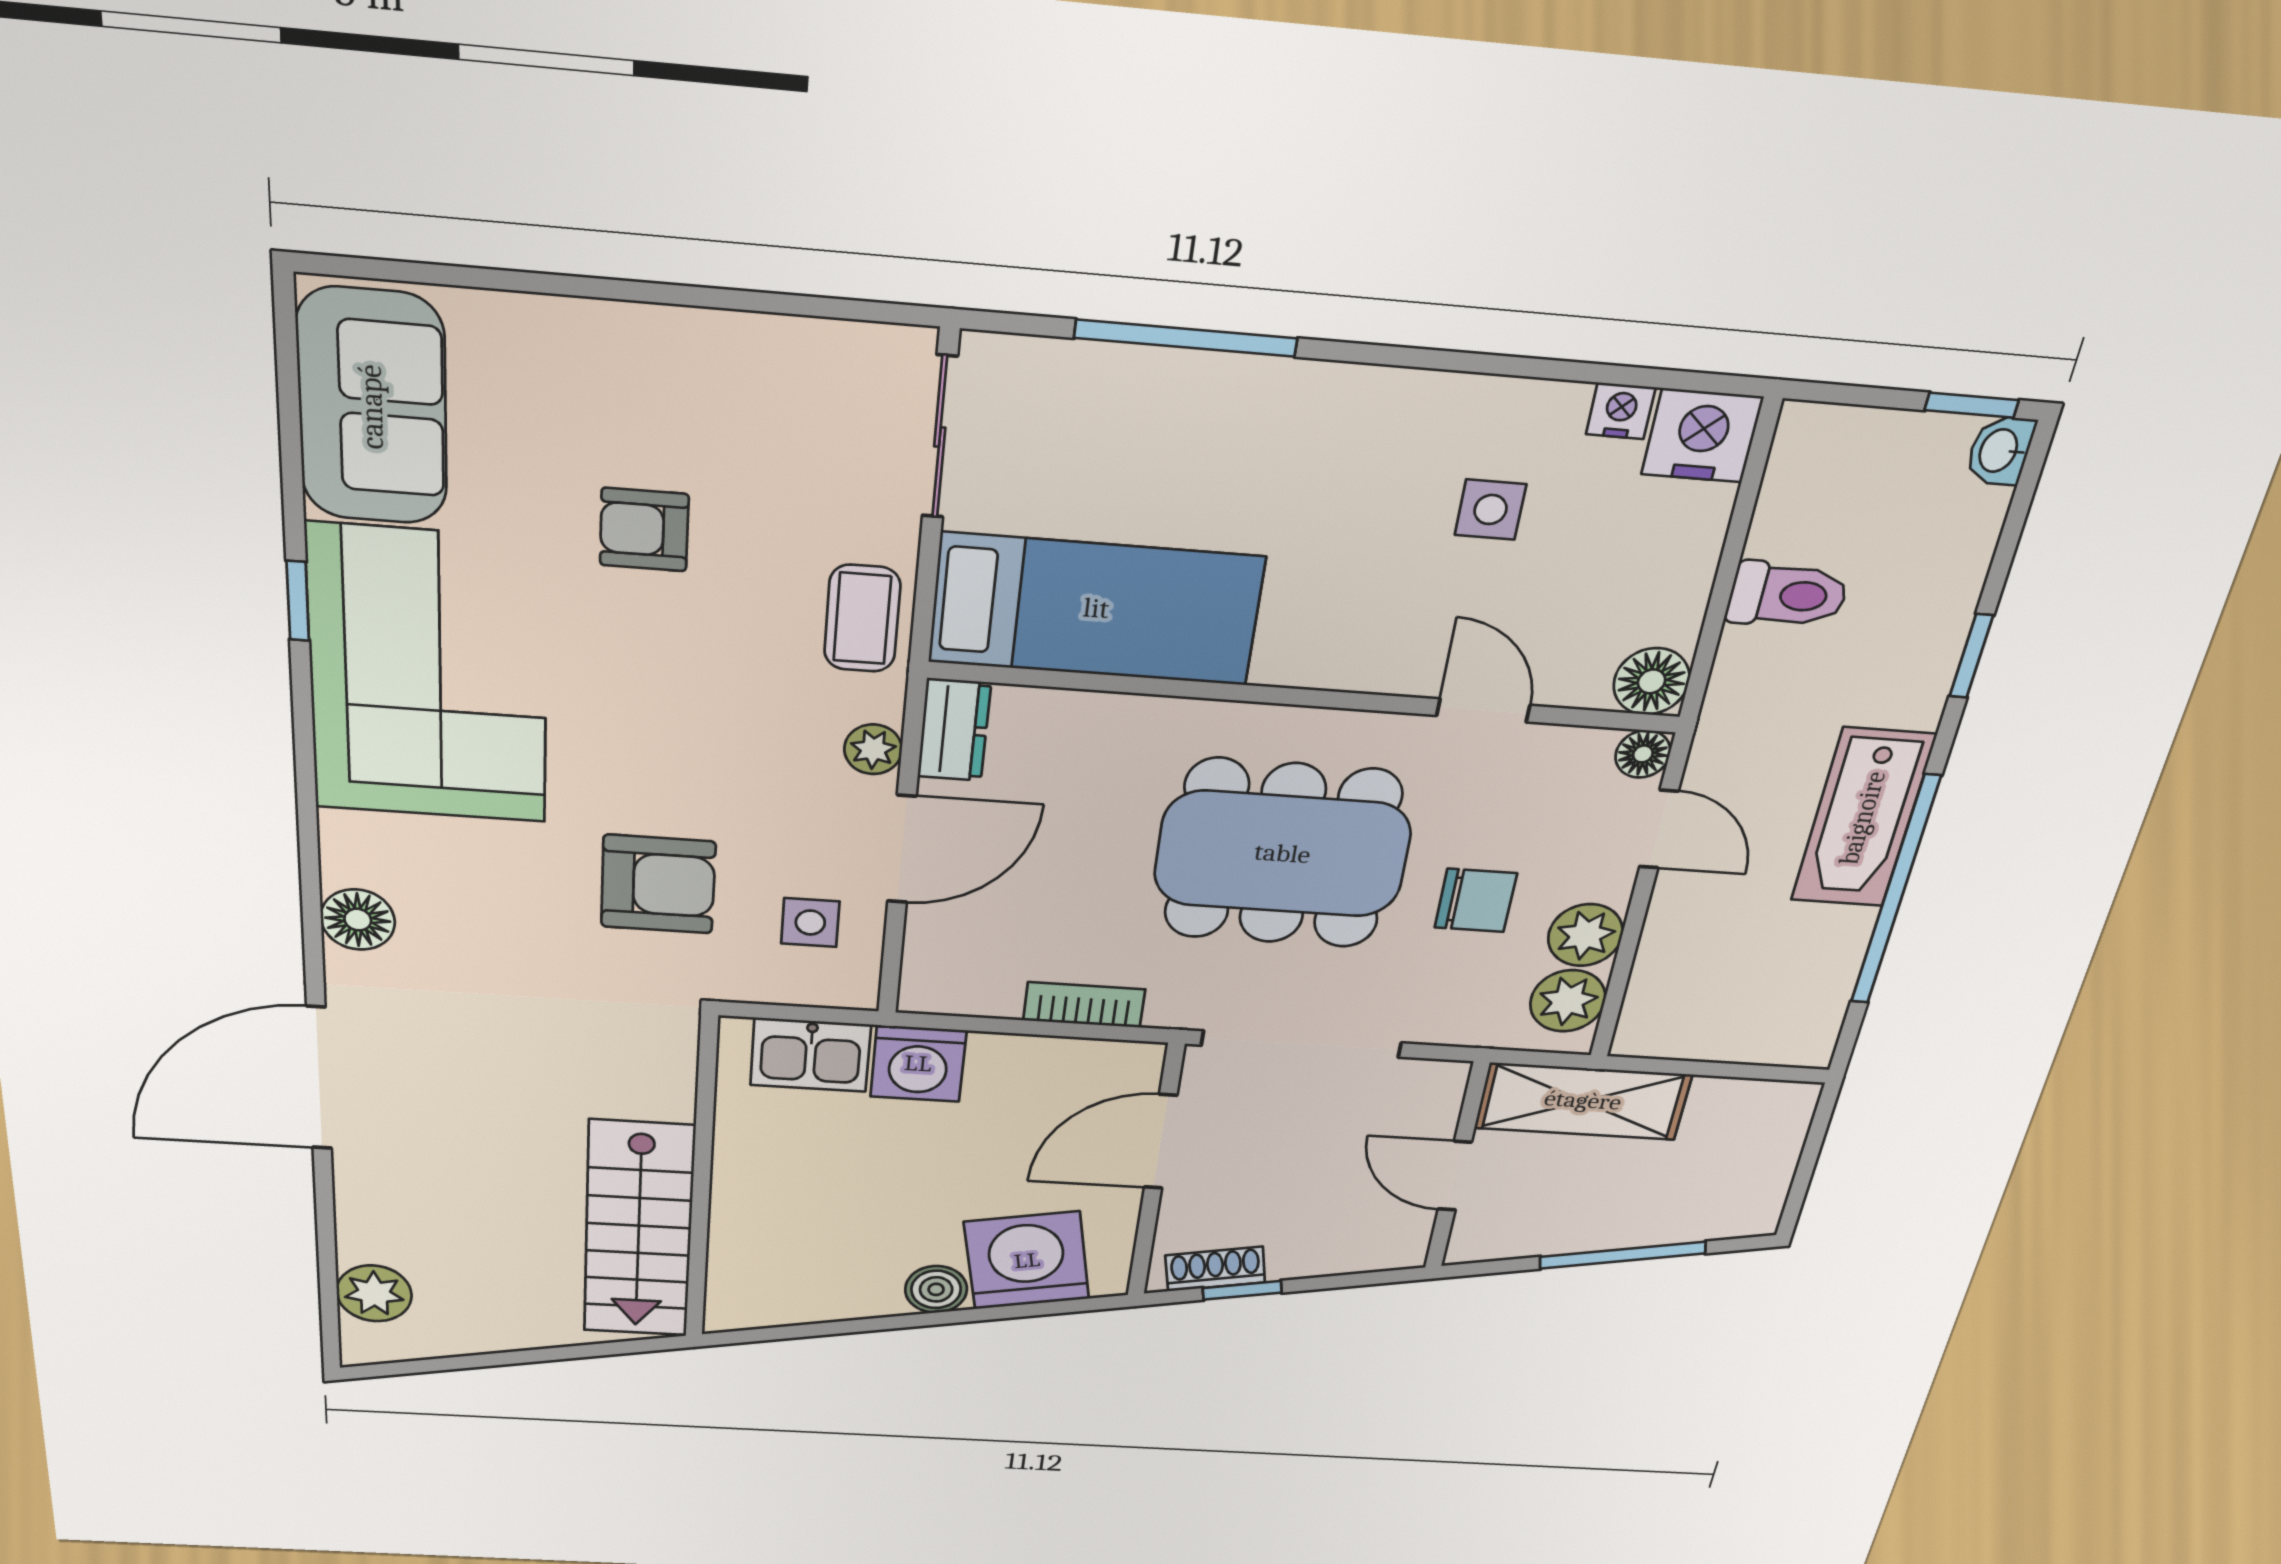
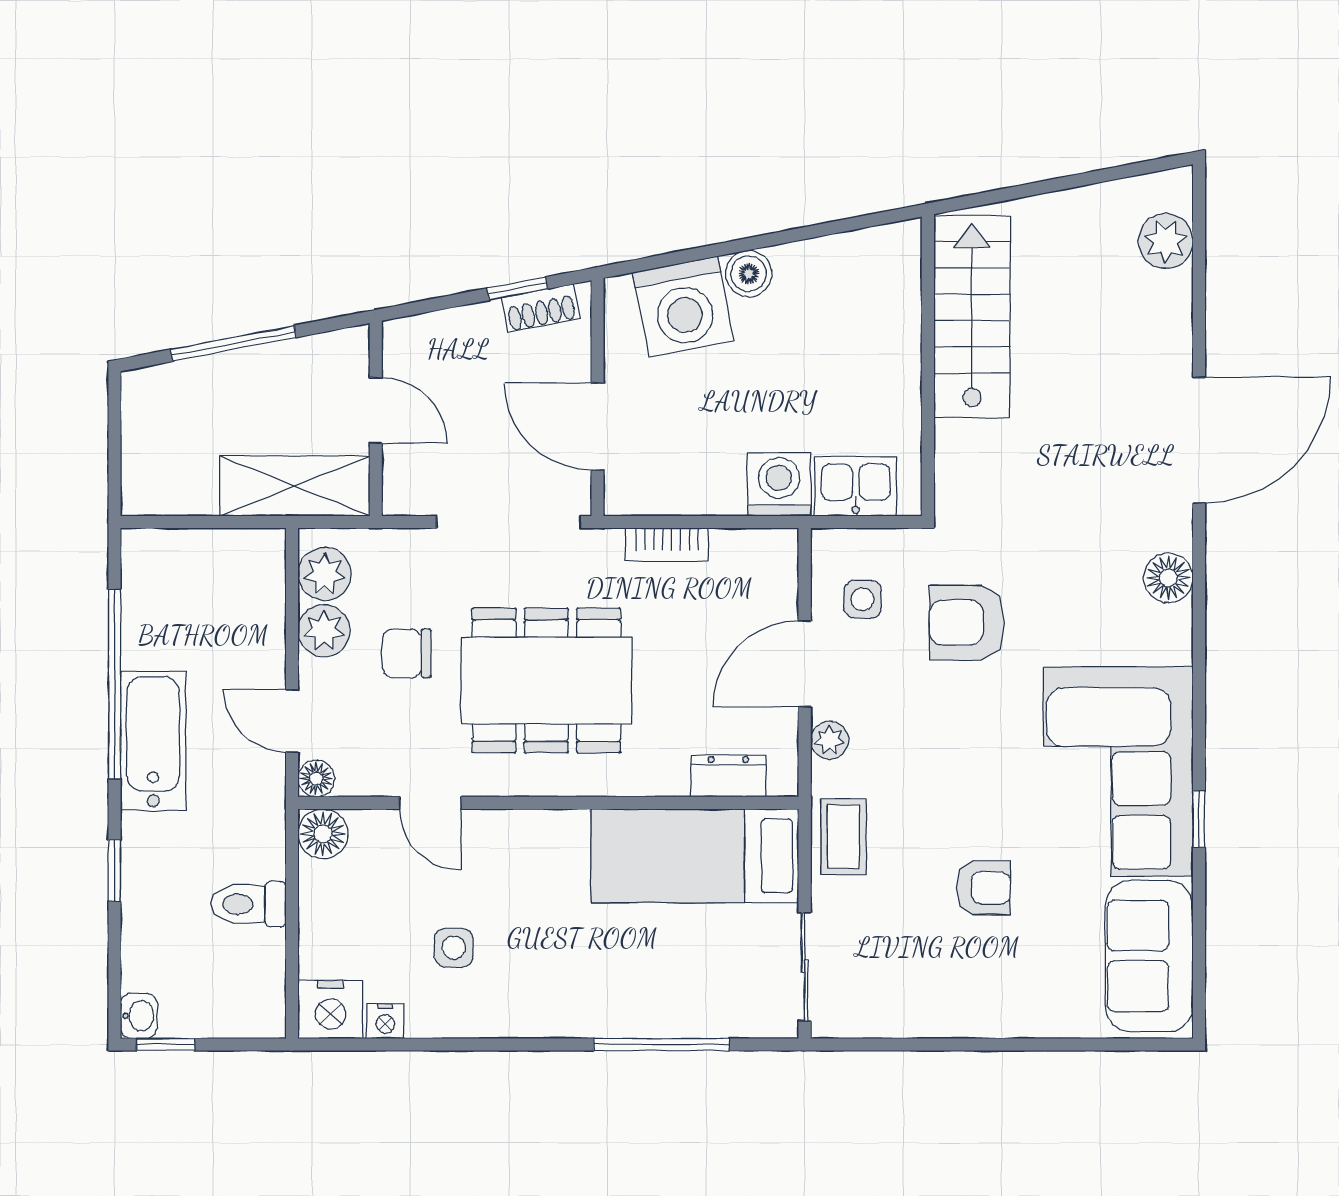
dresser: (954, 730) -> (728, 776), moved, turned 90
door: (1161, 1142) -> (598, 427), swing flipped

